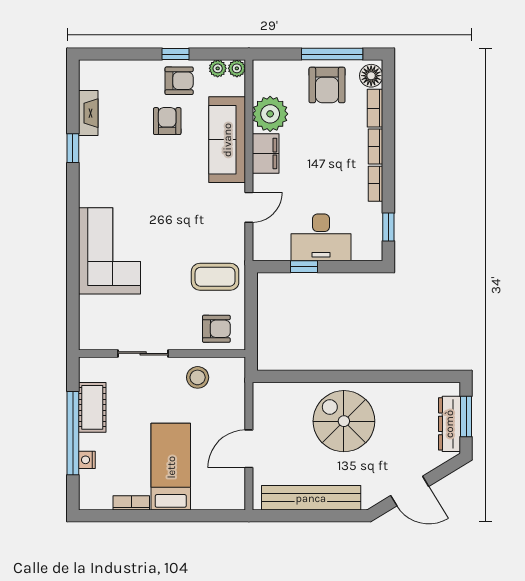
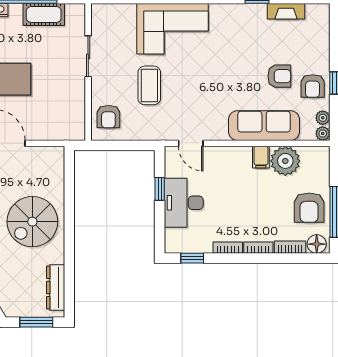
armchair: (327, 85) -> (309, 208), turned -90
filing cabinet: (266, 153) -> (261, 157), width x0.50
door: (249, 207) -> (191, 143), moved
coffee table: (215, 277) -> (149, 85), moved
stool: (198, 377) -> (68, 101), removed
spiral stairs: (344, 421) -> (32, 222), turned 180
dresser: (449, 424) -> (56, 288), moved, turned -90

